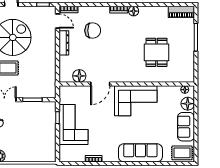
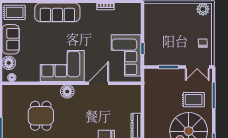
floor lamp: (79, 76) -> (67, 91), moved
corner sofa: (73, 125) -> (126, 55), moved

